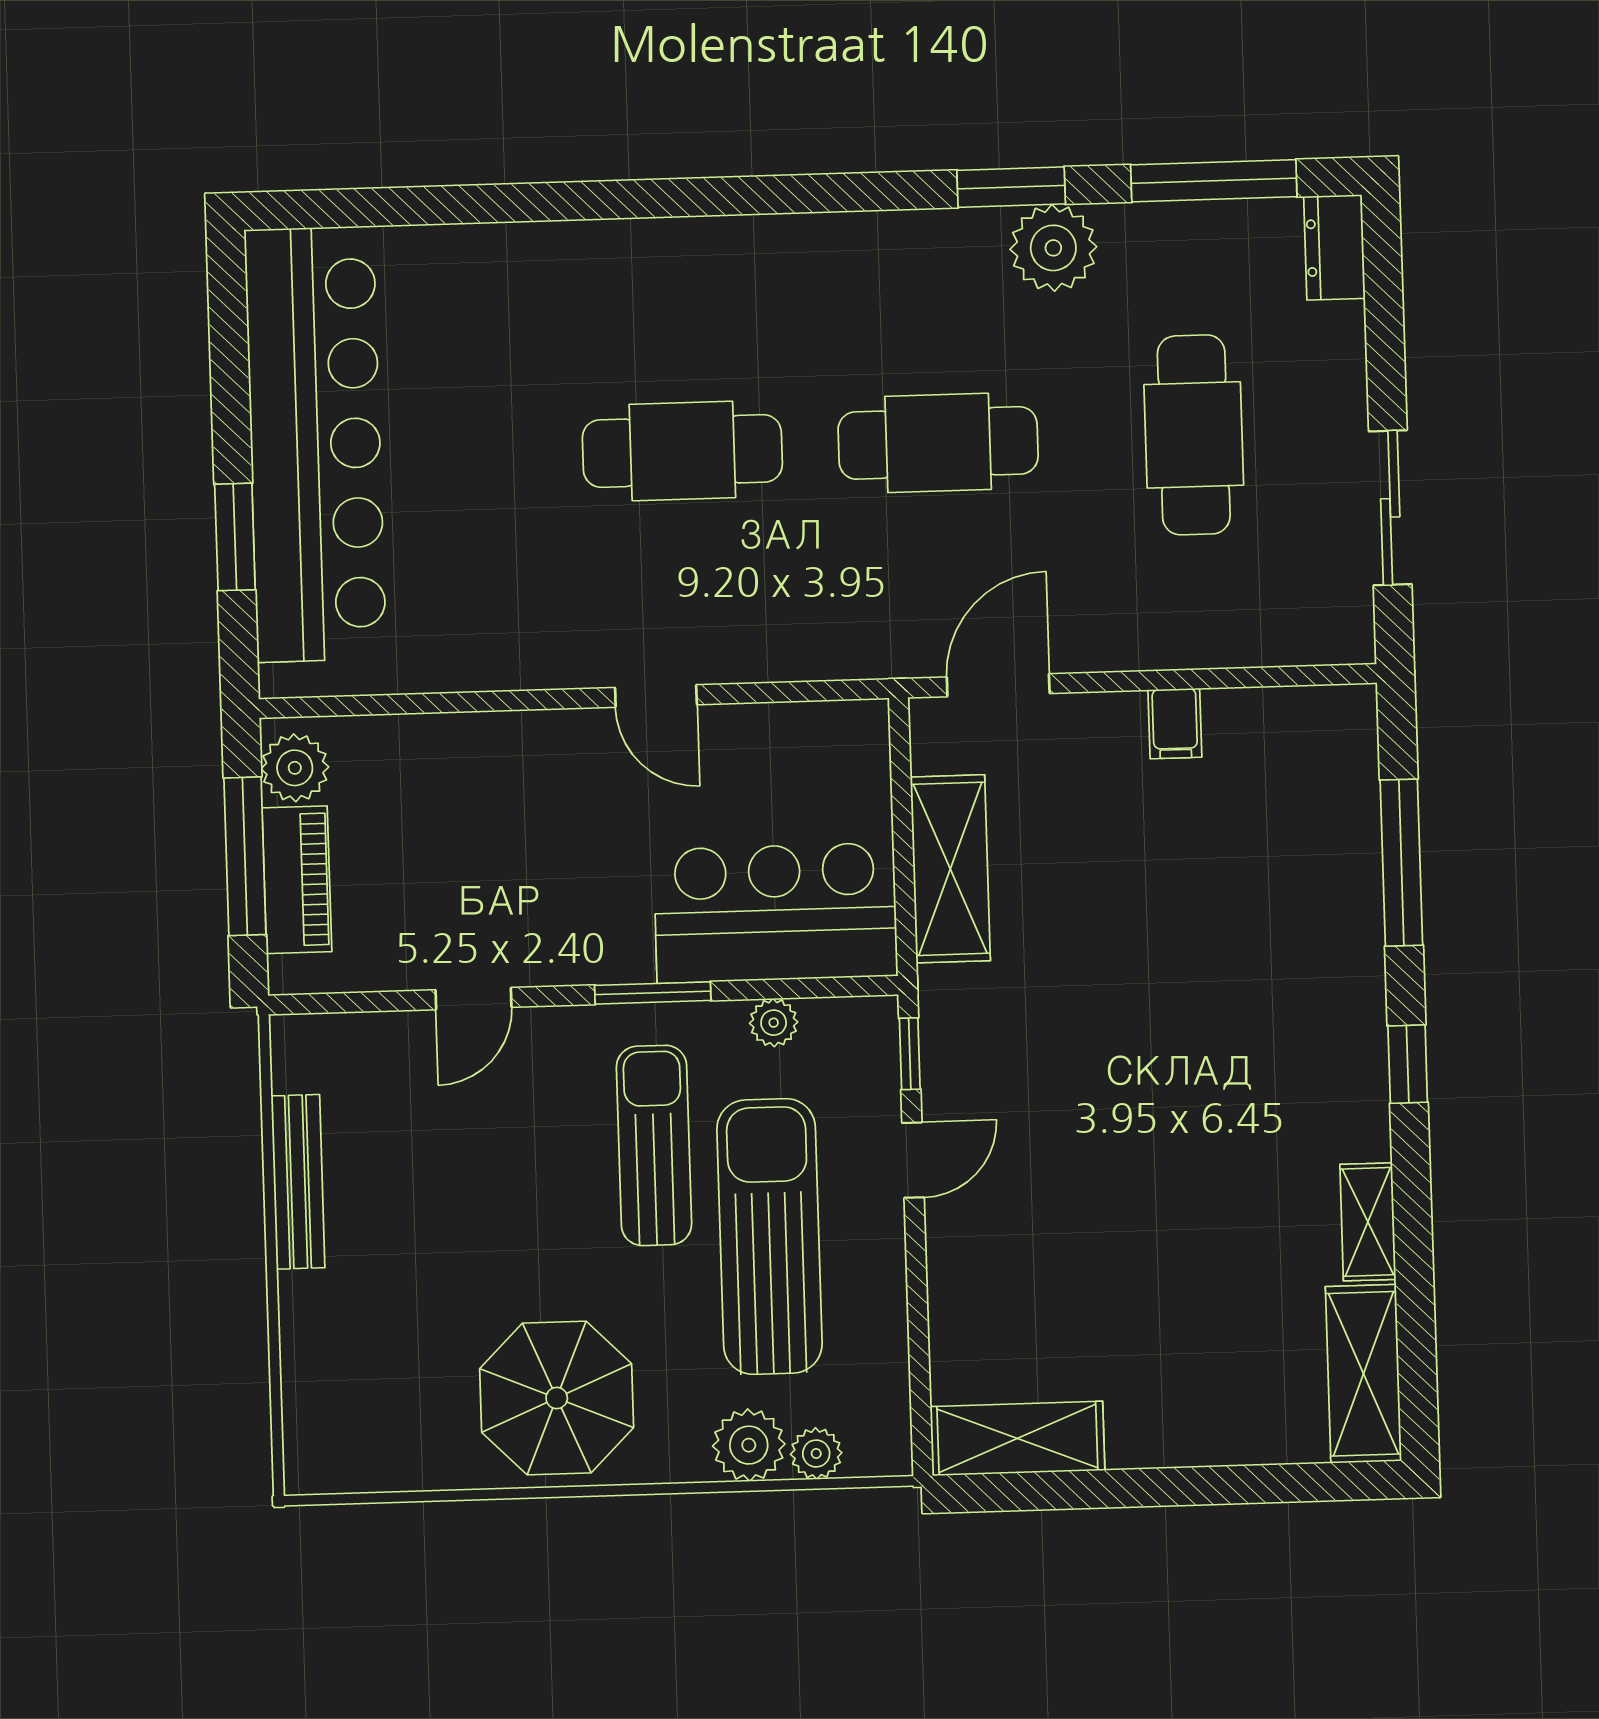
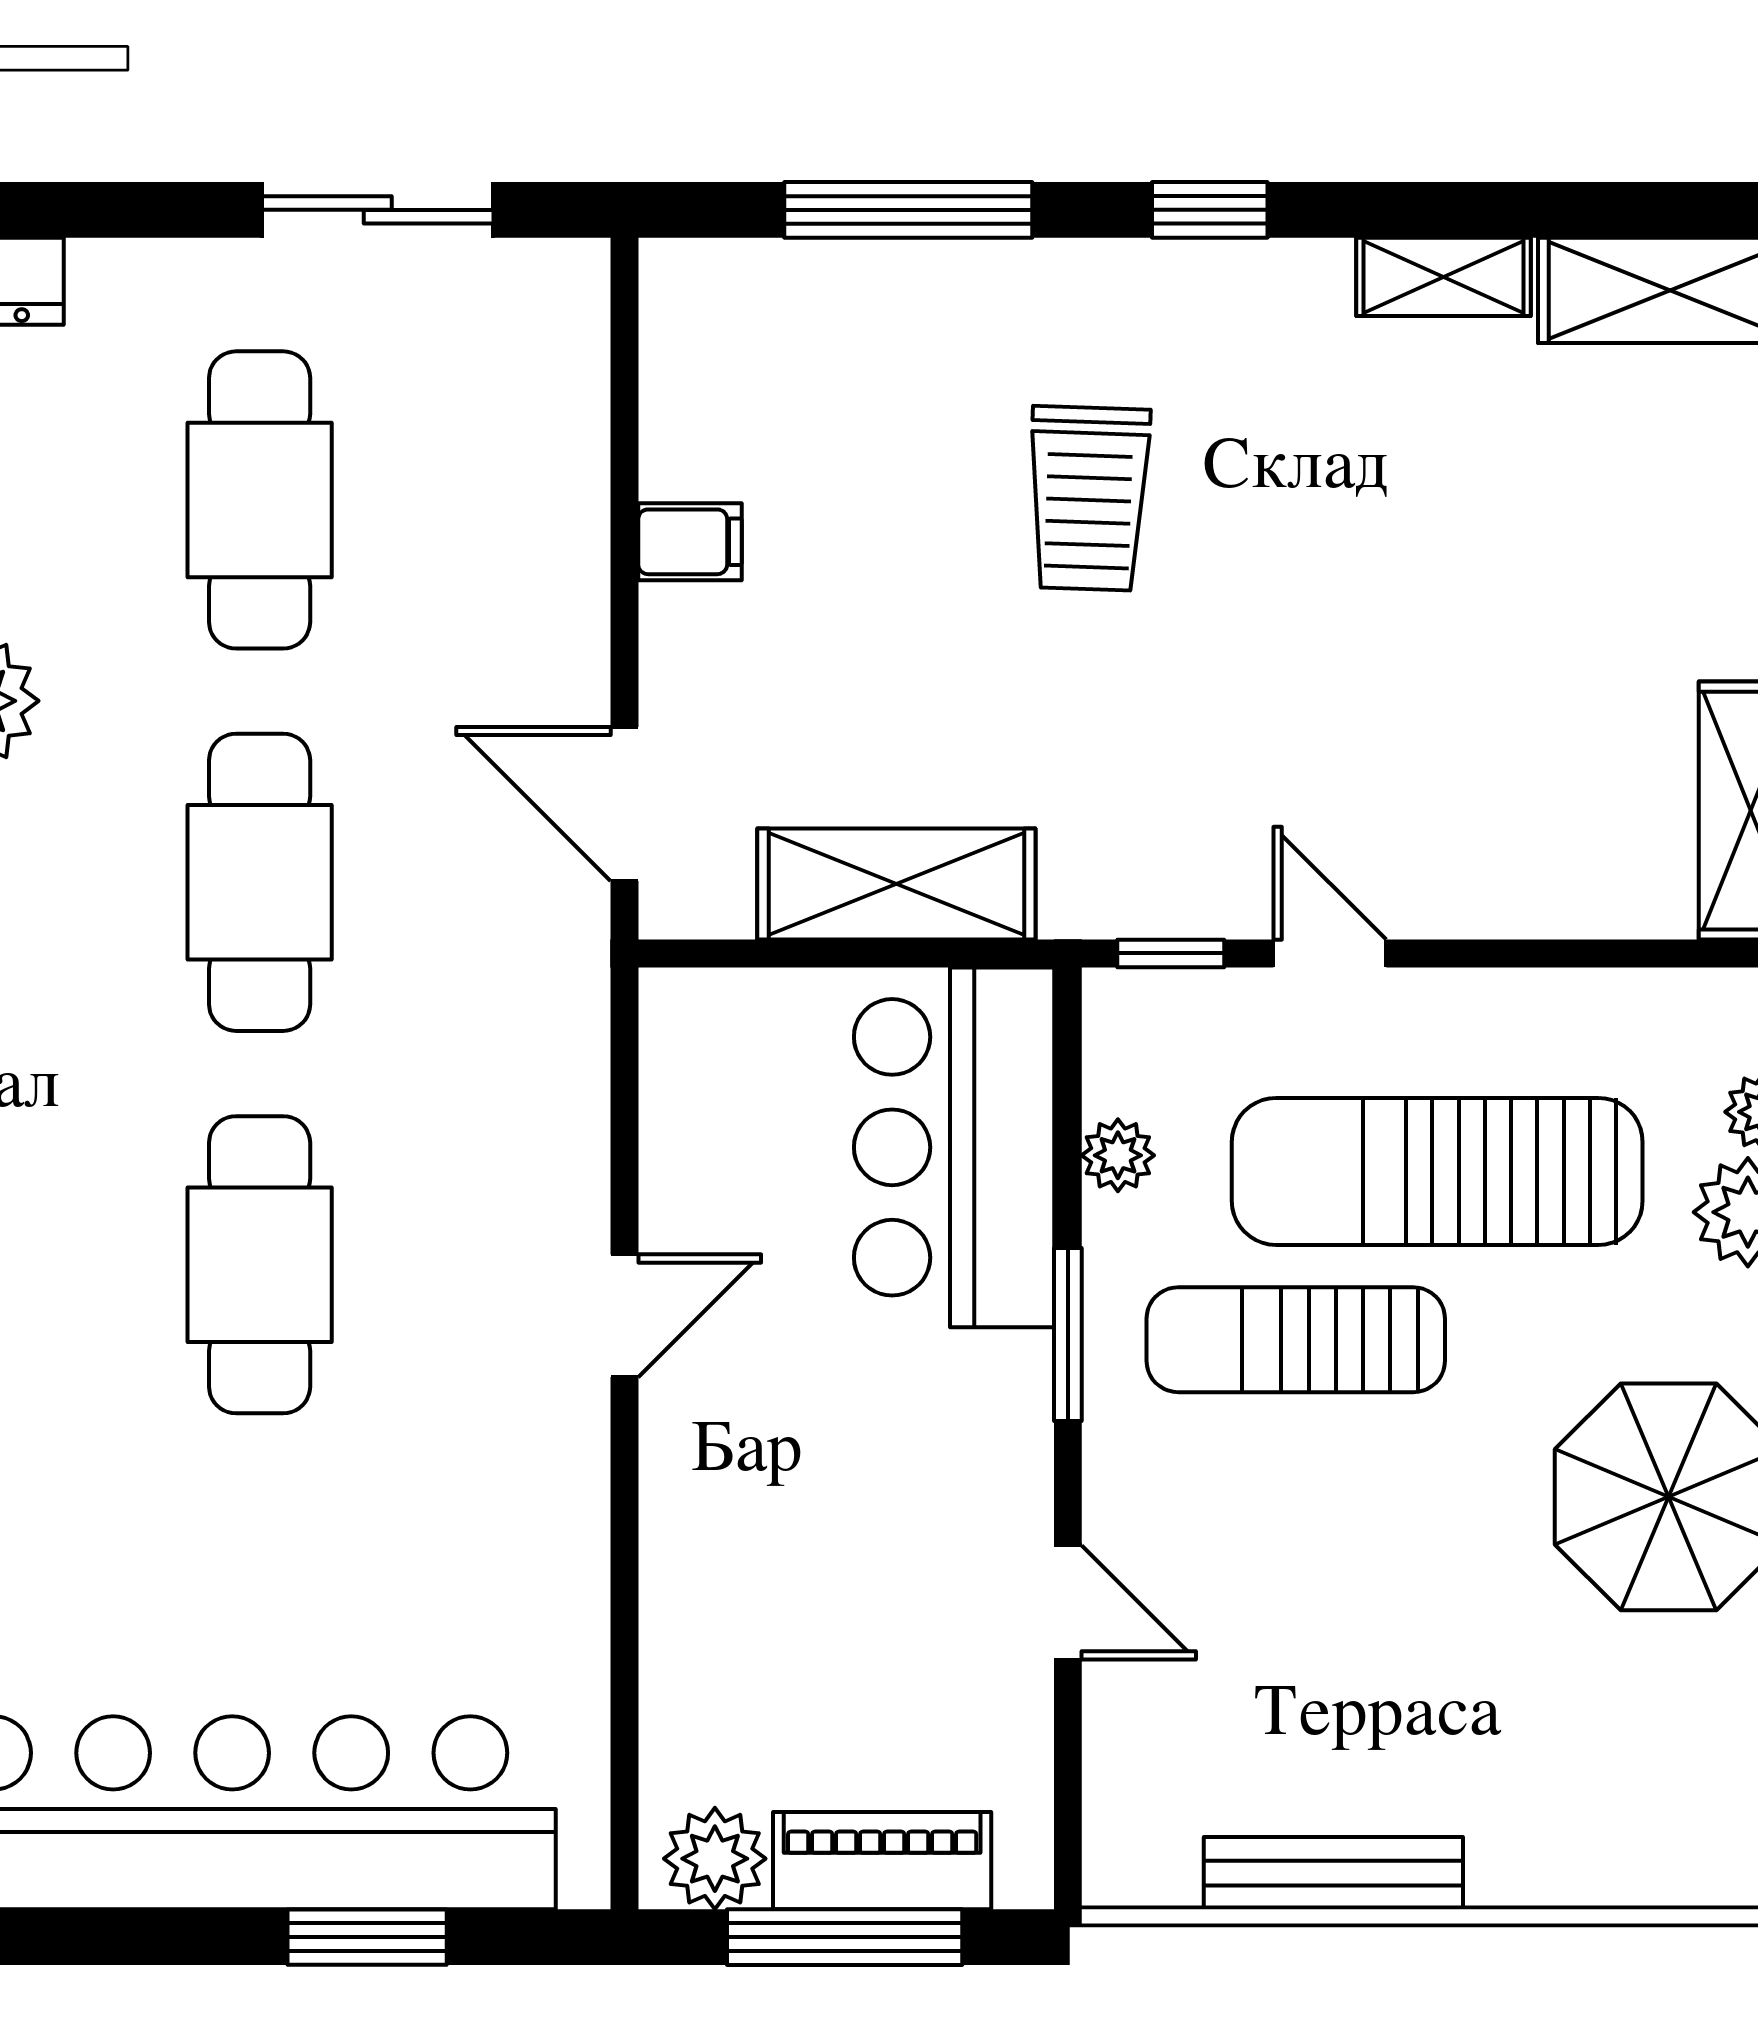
cafe table: (1194, 435) -> (260, 500), turned 90
trolley: (1212, 989) -> (1089, 498), added

